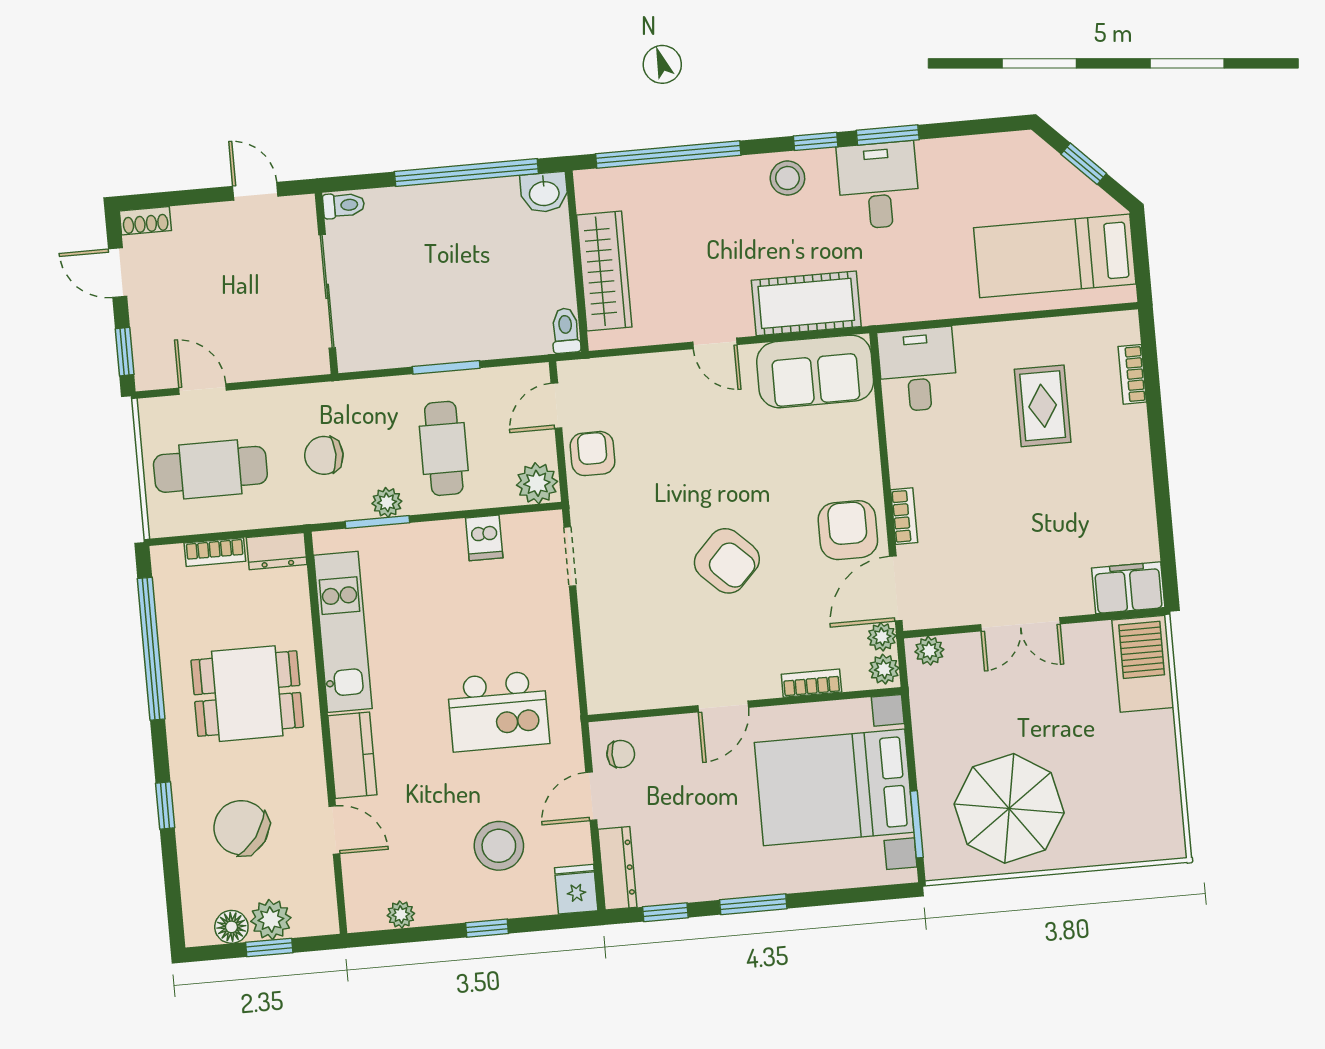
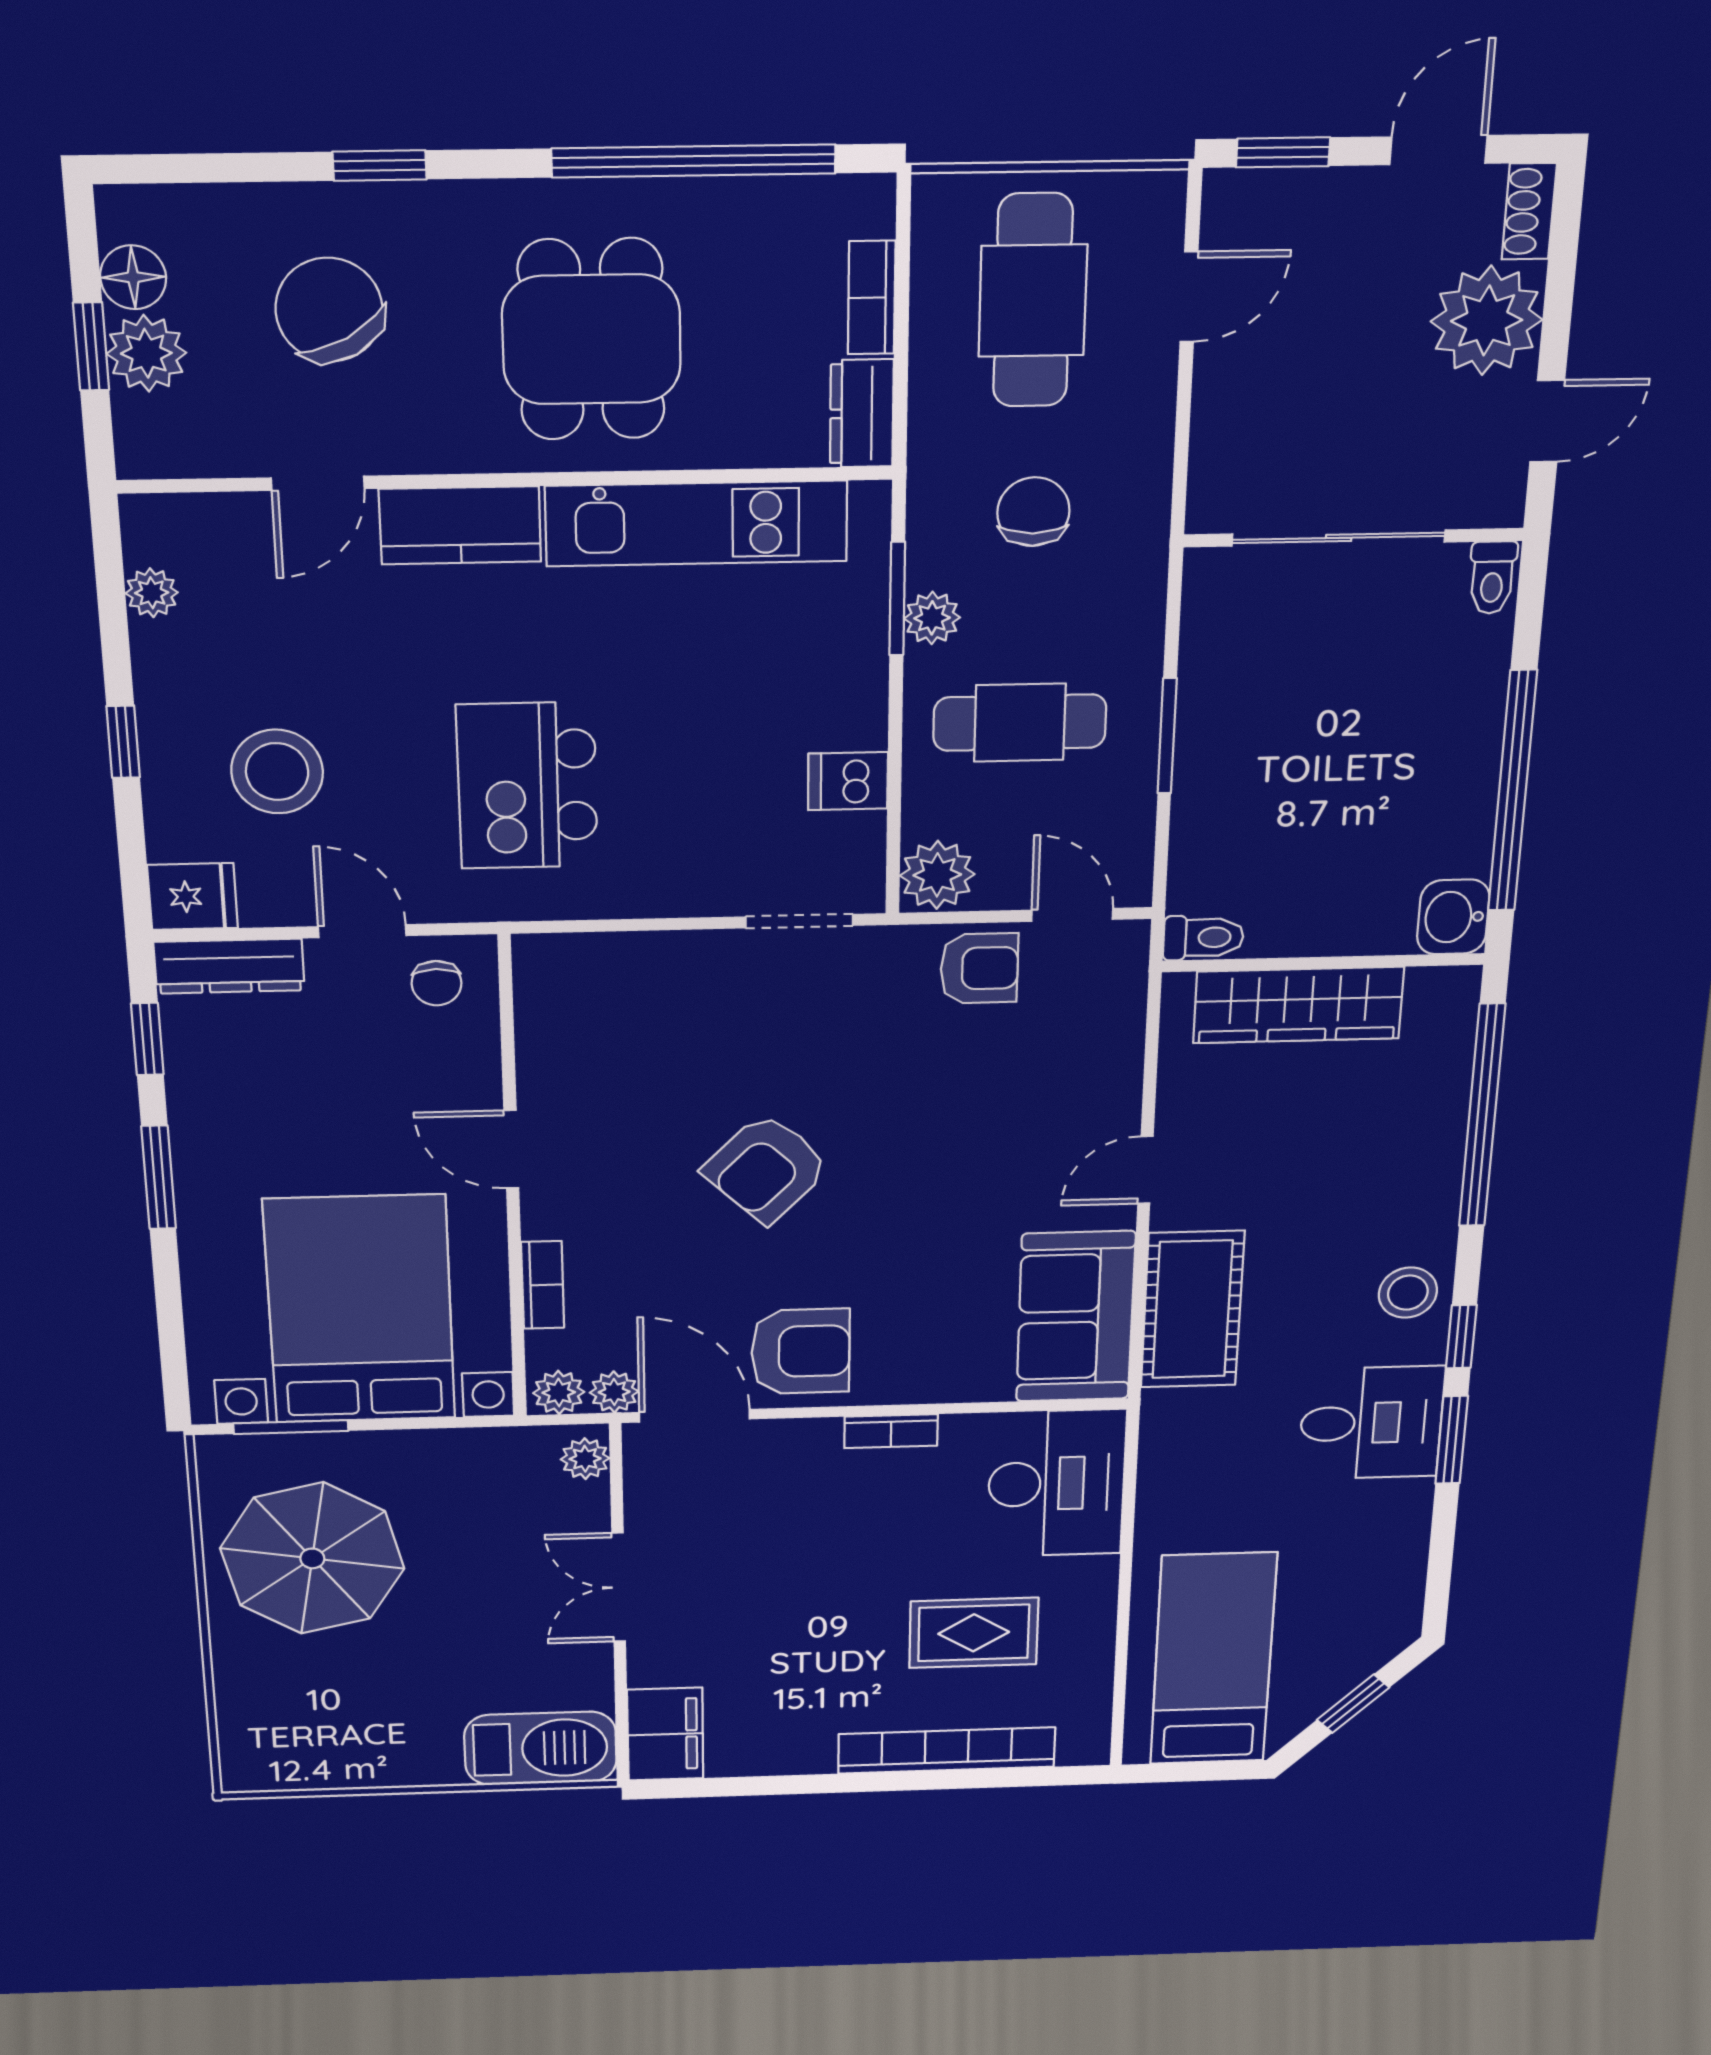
plant: (204, 233) -> (1487, 321), added
desk: (918, 370) -> (1056, 1483), width x1.37
bookcase: (1132, 374) -> (947, 1750), width x2.31, depth x1.31
bookcase: (904, 516) -> (891, 1431), moved
chair: (241, 828) -> (329, 310), turned -65

